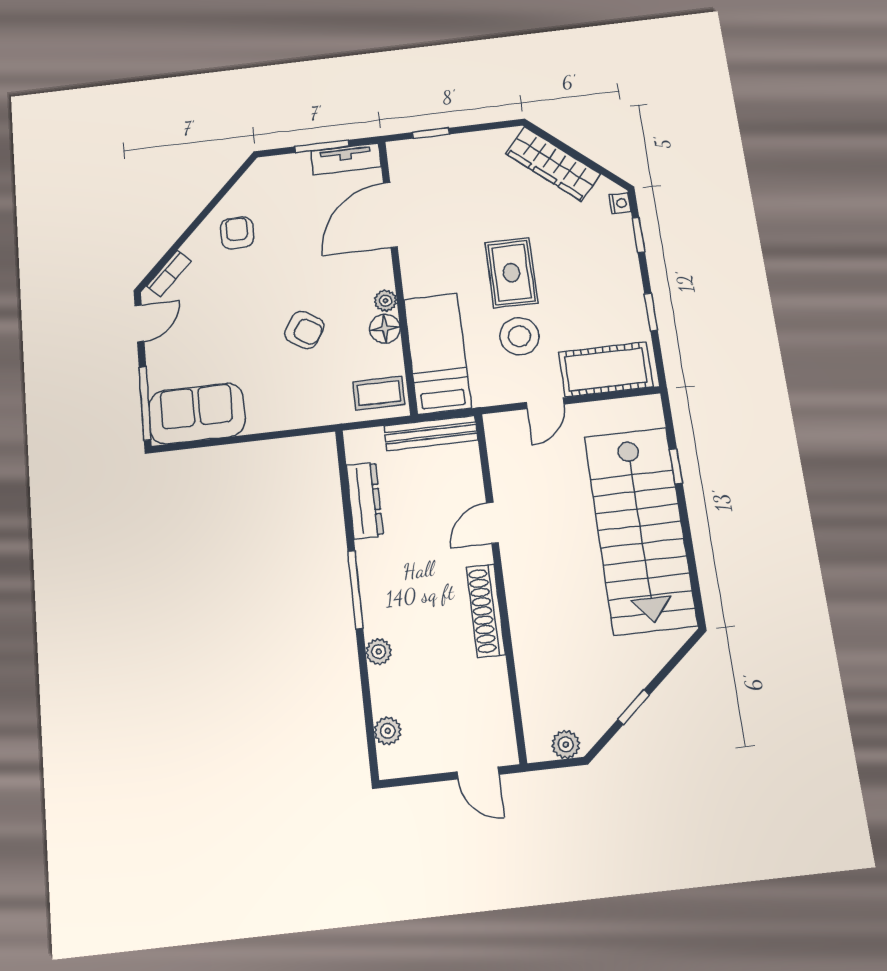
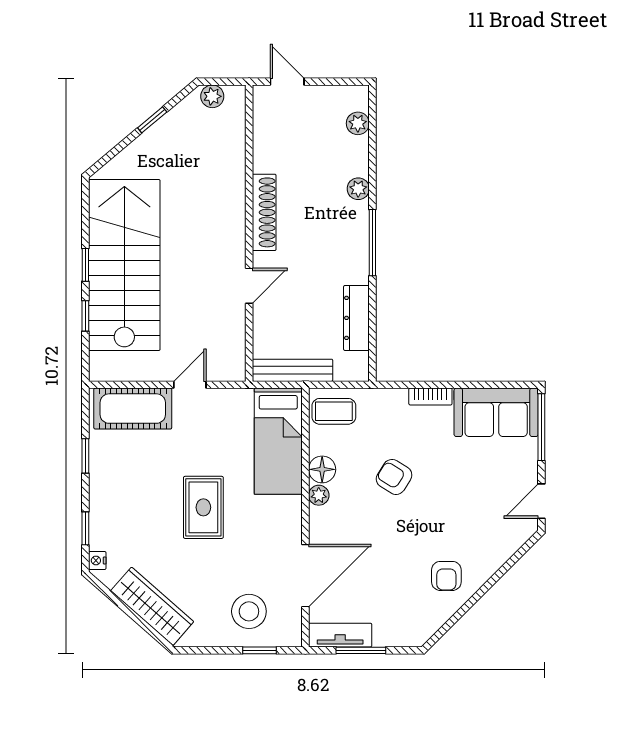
bookcase: (169, 274) -> (430, 397), moved, turned -135
stool: (519, 336) -> (249, 611), moved
window: (685, 525) -> (85, 265), added

